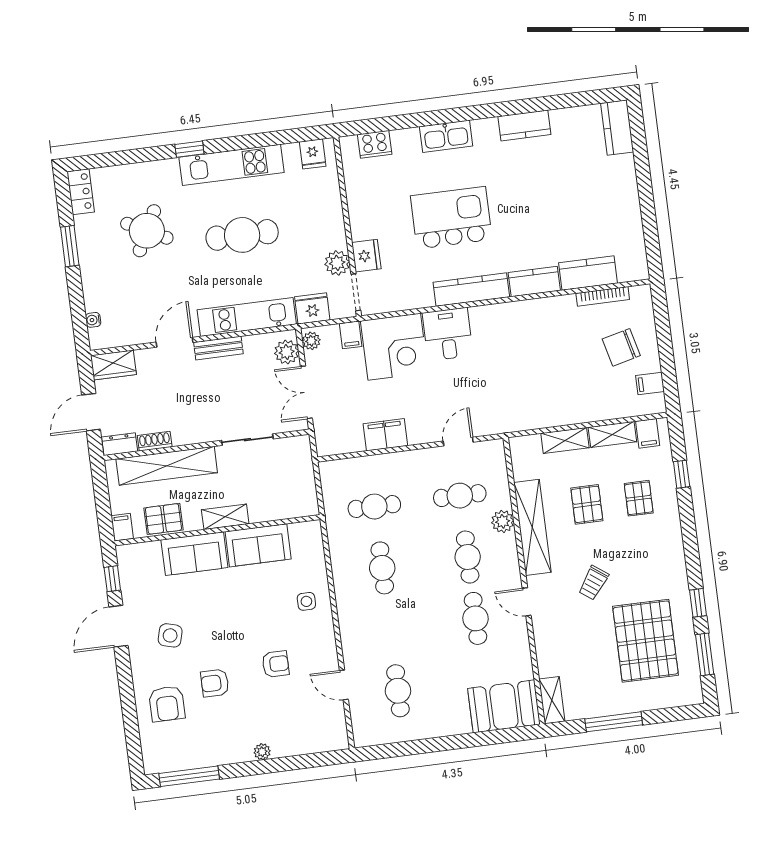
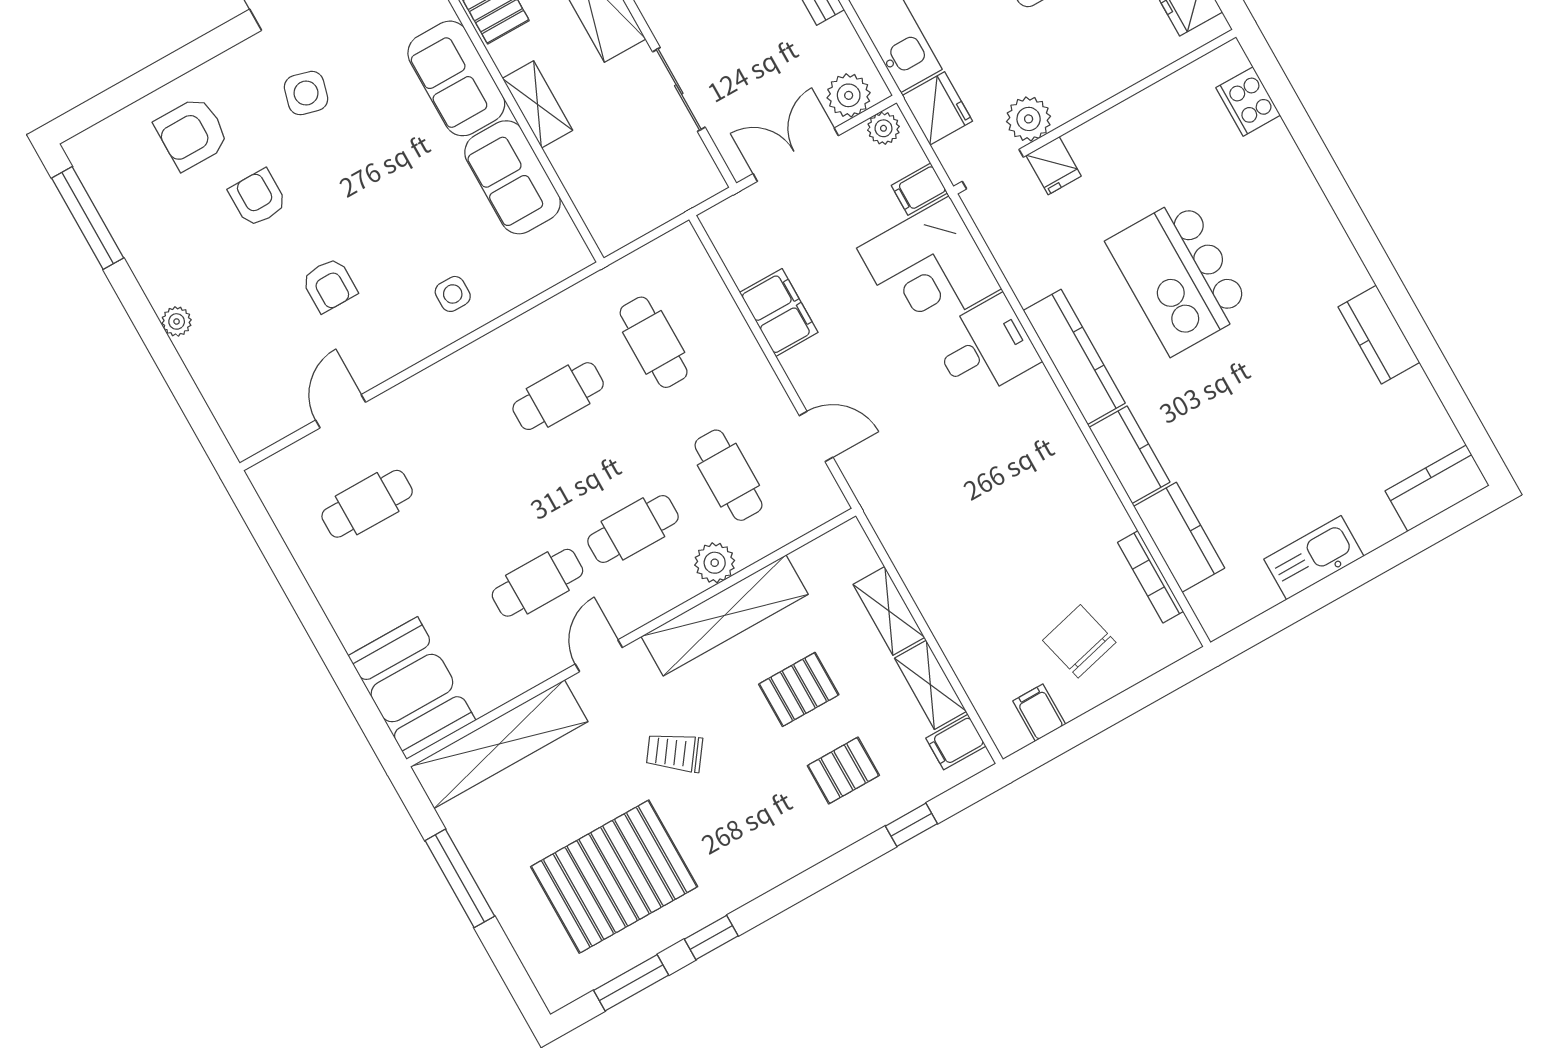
kitchen sink: (446, 136) -> (1314, 558), moved, turned 90
kitchen island: (451, 218) -> (1179, 276), turned 180
fridge: (366, 256) -> (1054, 166), width x0.72
shelving: (552, 700) -> (499, 744), width x2.20, depth x1.33

